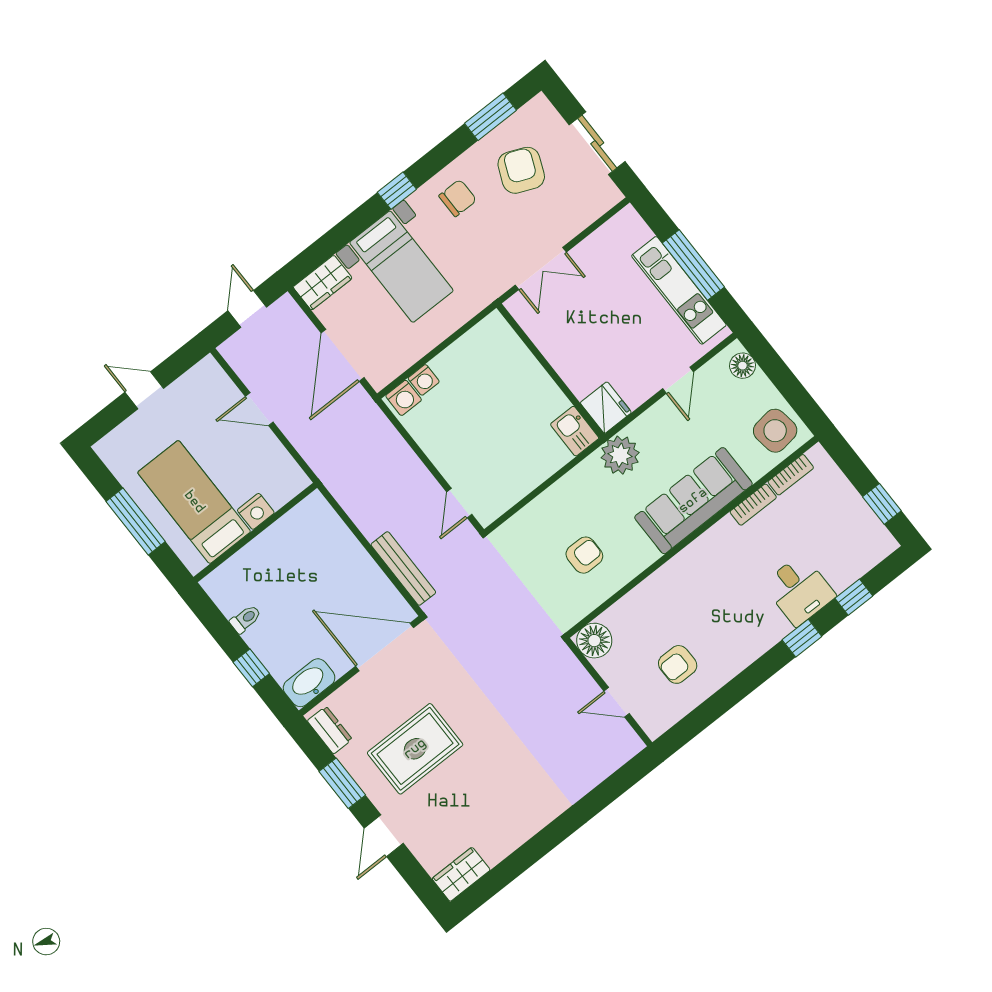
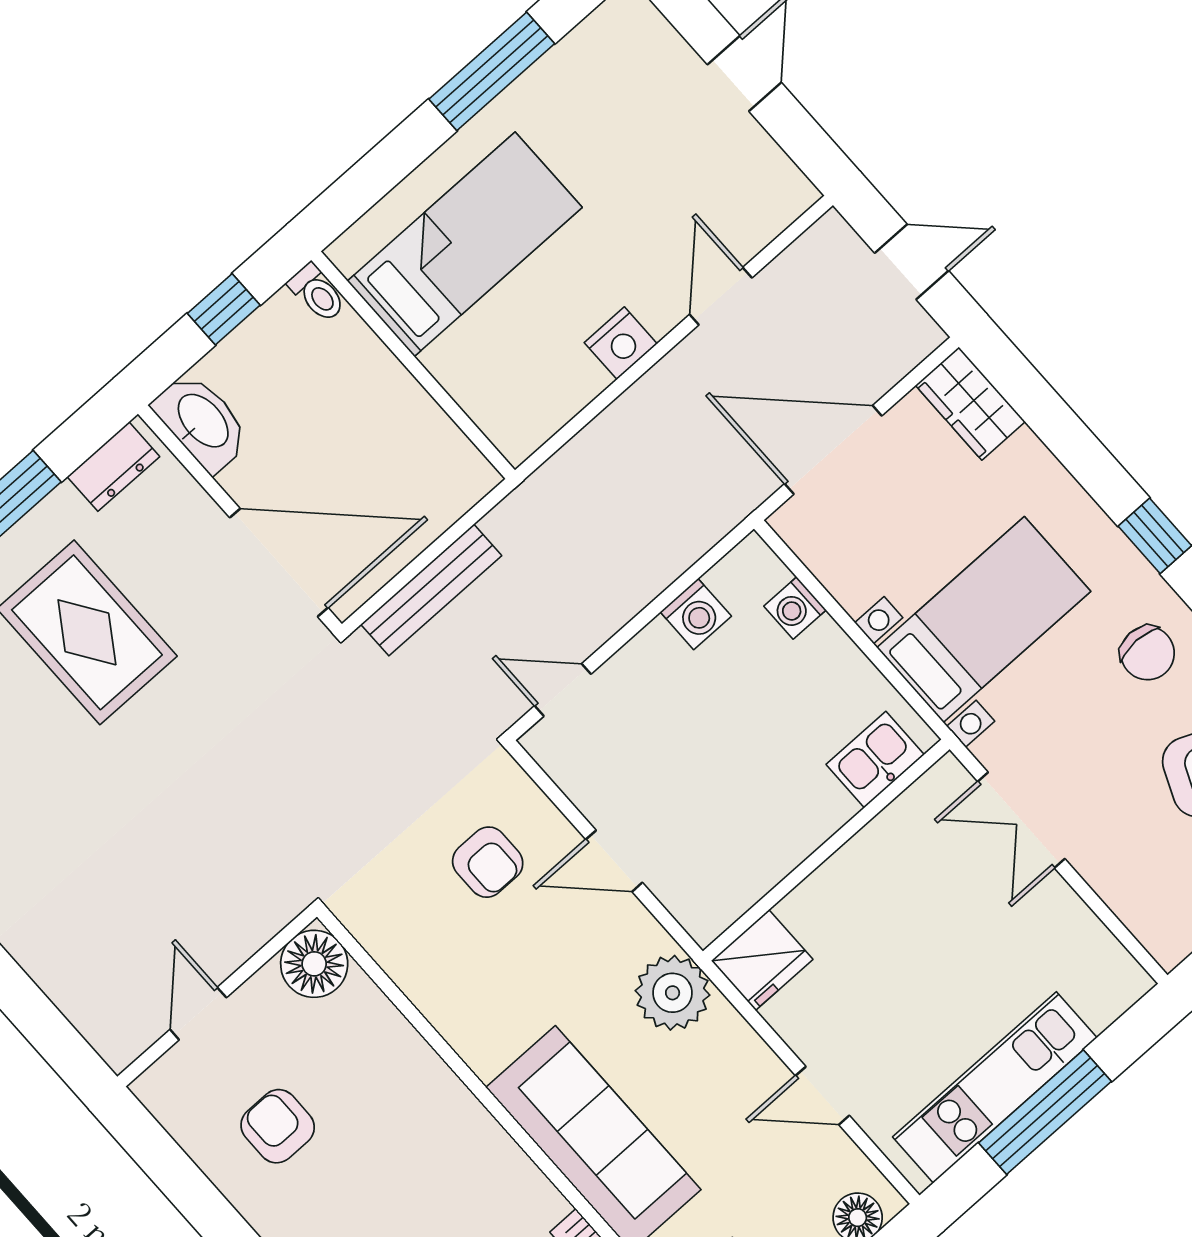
bed with nightstands: (401, 267) -> (984, 619), moved, turned 180
washing machine: (404, 398) -> (696, 614), moved, turned -90
kitchen sink: (575, 431) -> (875, 760), moved
door: (550, 482) -> (614, 861), added
bed: (194, 502) -> (465, 244), moved
nightstand: (256, 511) -> (621, 343), moved, turned -90
wall: (255, 532) -> (413, 365), moved
armchair: (584, 555) -> (488, 862), moved
door: (385, 647) -> (279, 563), hinge flipped

